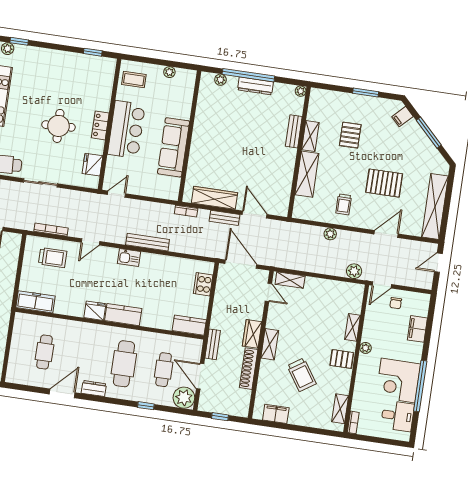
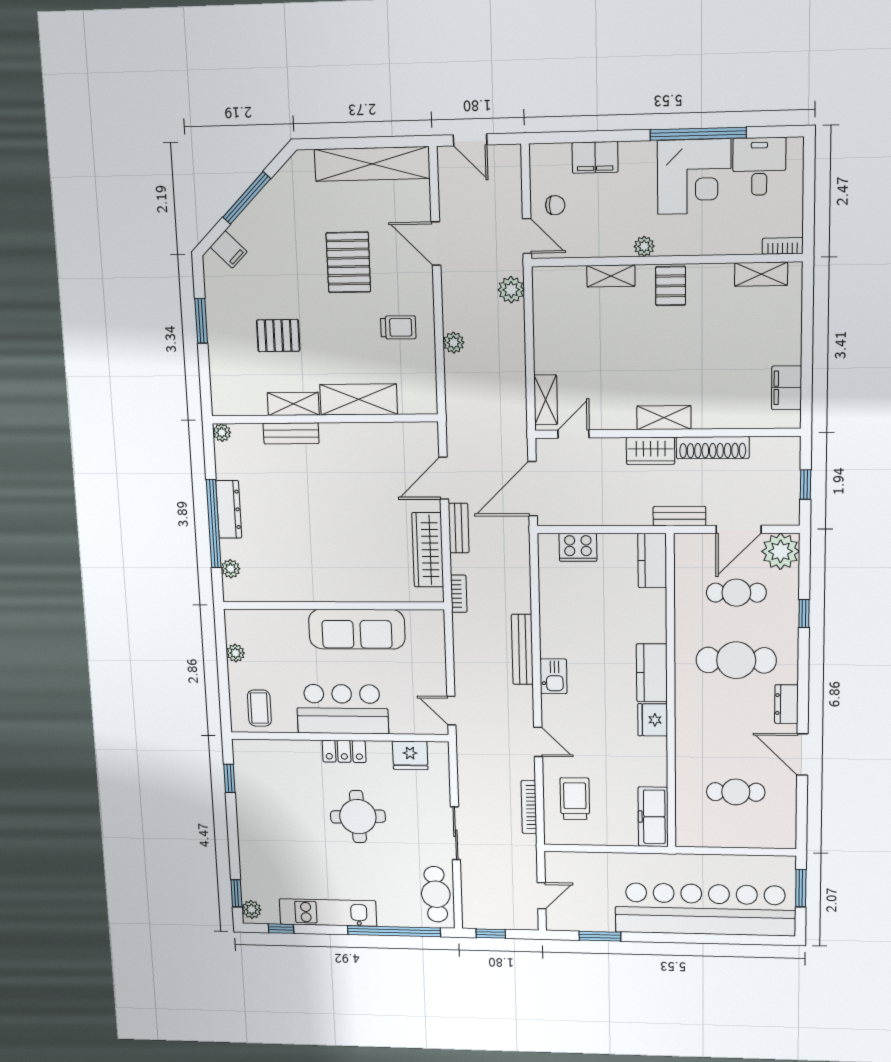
trolley: (302, 375) -> (710, 353), removed

